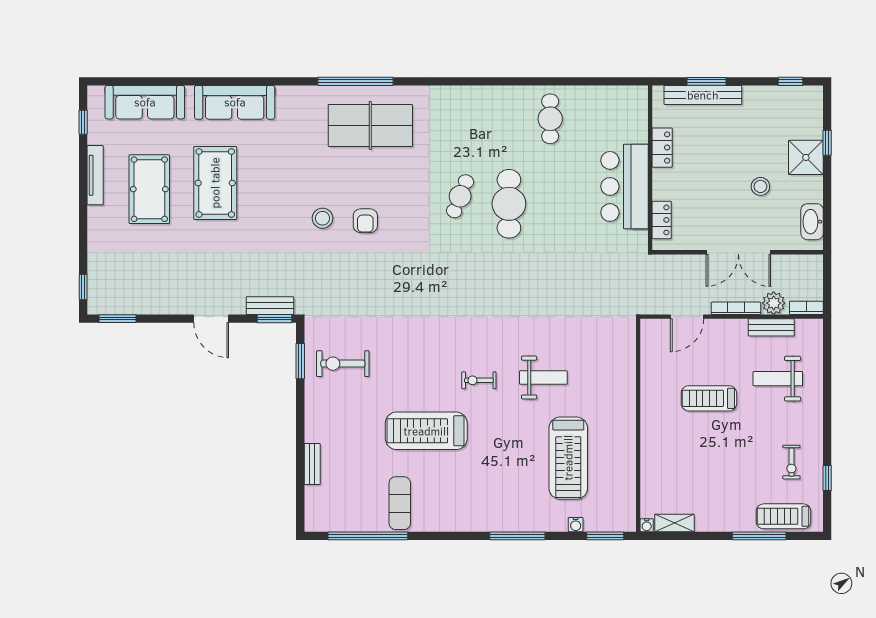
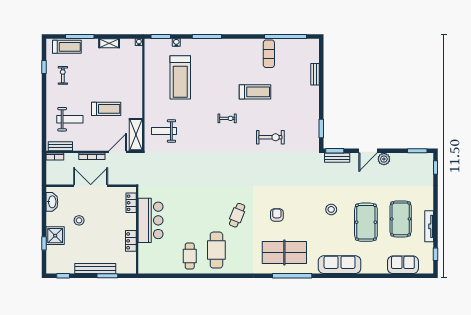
bench: (703, 95) -> (95, 269), moved
sofa: (145, 102) -> (403, 265), width x0.73
sofa: (235, 102) -> (340, 265), moved
cafe table: (509, 204) -> (216, 250), moved
stool: (322, 218) -> (331, 209), moved
armchair: (365, 221) -> (277, 215), moved
plant: (774, 303) -> (384, 159), moved
door: (211, 319) -> (368, 151), swing flipped
bench: (771, 327) -> (60, 146), moved
shelving: (652, 349) -> (136, 135), added
exercise bike: (343, 364) -> (270, 137), moved
weight bench: (543, 378) -> (164, 131), moved
treadmill: (426, 431) -> (255, 92), width x0.73, depth x0.73
treadmill: (568, 458) -> (180, 77), turned 180
shelving: (674, 523) -> (109, 43), moved

